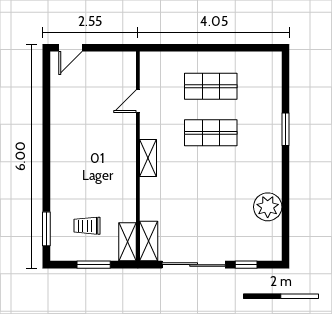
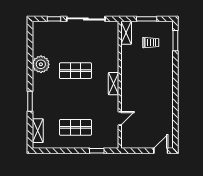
window: (176, 48) -> (97, 151), added
shop shelf: (211, 133) -> (75, 71), moved
plant: (268, 207) -> (41, 64), moved
shelving: (149, 241) -> (38, 131), moved

